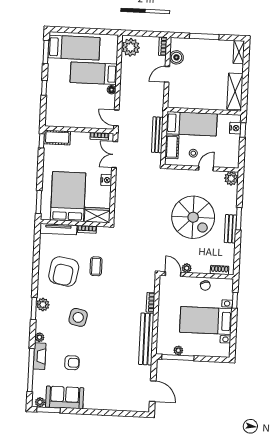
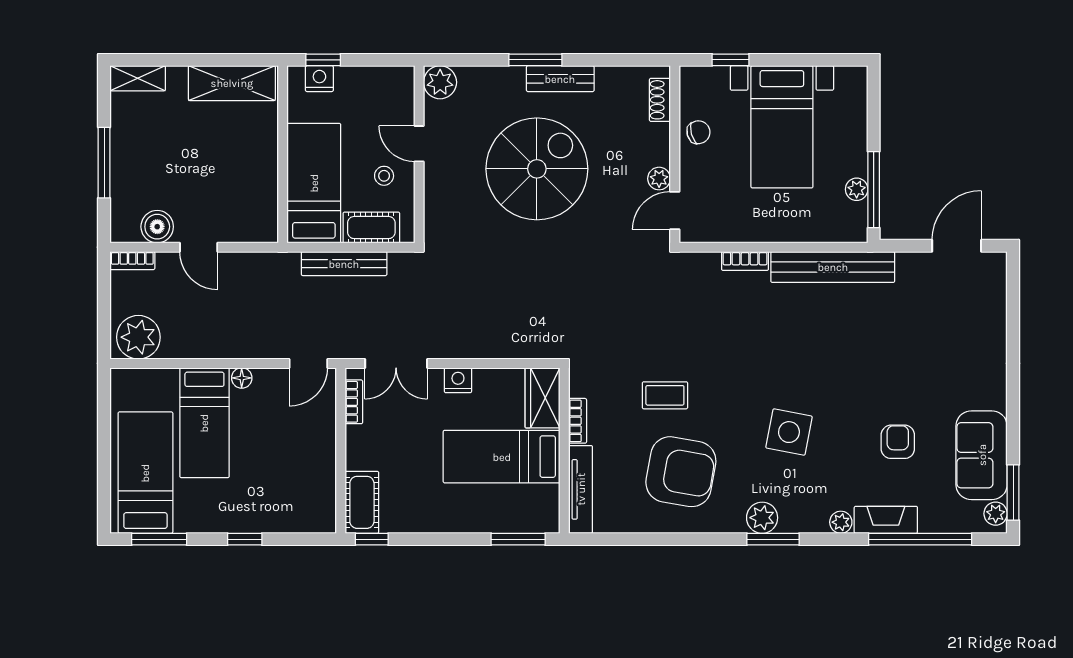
bed: (68, 197) -> (502, 457), width x0.67

